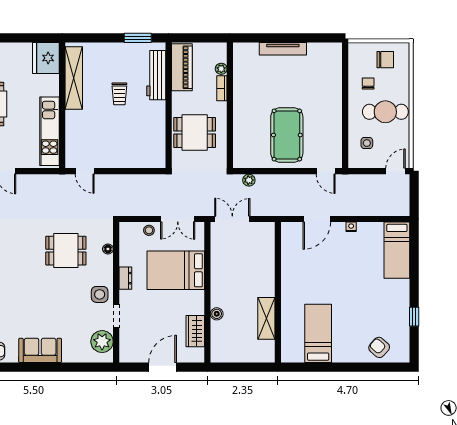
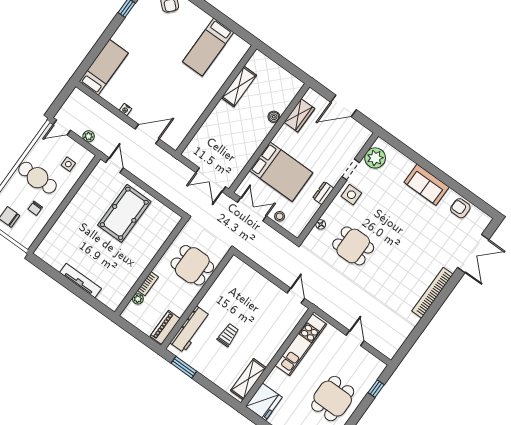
piano: (182, 67) -> (165, 327), width x0.73, depth x0.75
shelving: (74, 78) -> (248, 379), width x0.68
plant: (249, 180) -> (89, 136), moved

